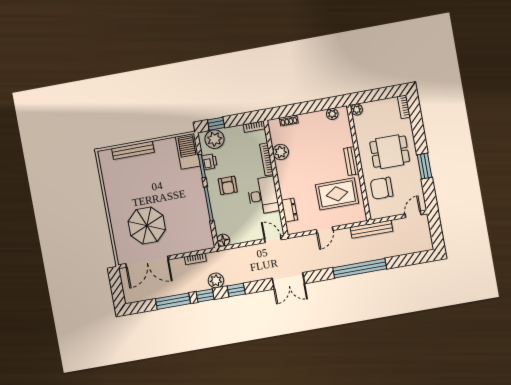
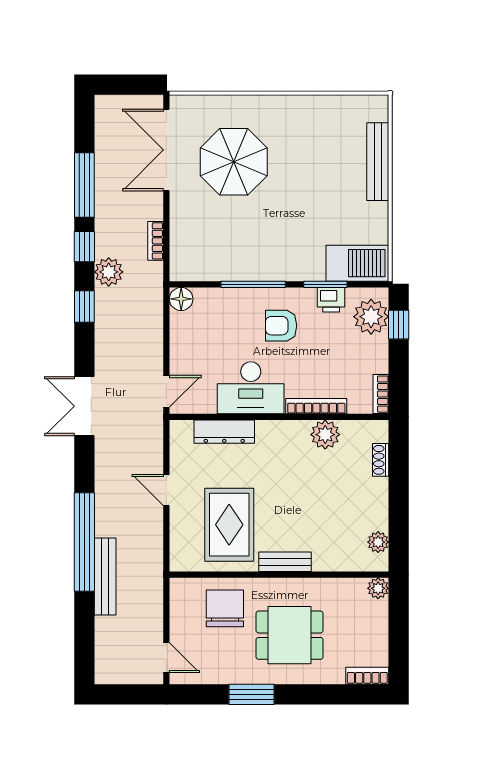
dining table: (390, 152) -> (290, 635), turned 90
dresser: (289, 210) -> (224, 432), width x1.44
bench: (372, 229) -> (105, 576), moved

